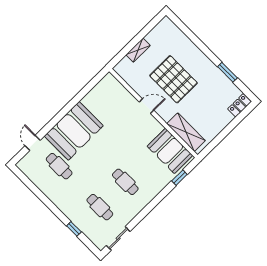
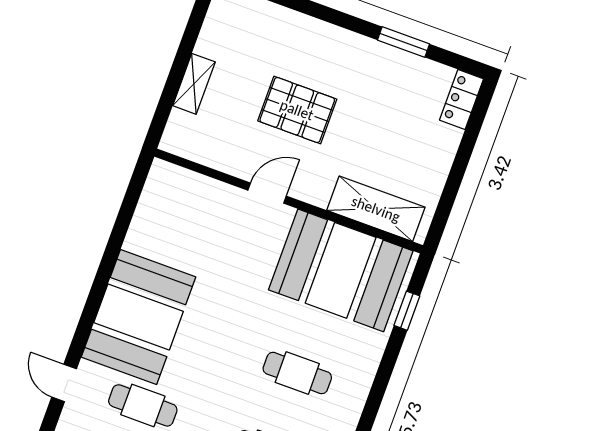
pallet: (174, 79) -> (297, 110), width x0.73, depth x0.71
booth: (170, 151) -> (341, 270), width x1.36, depth x1.42

